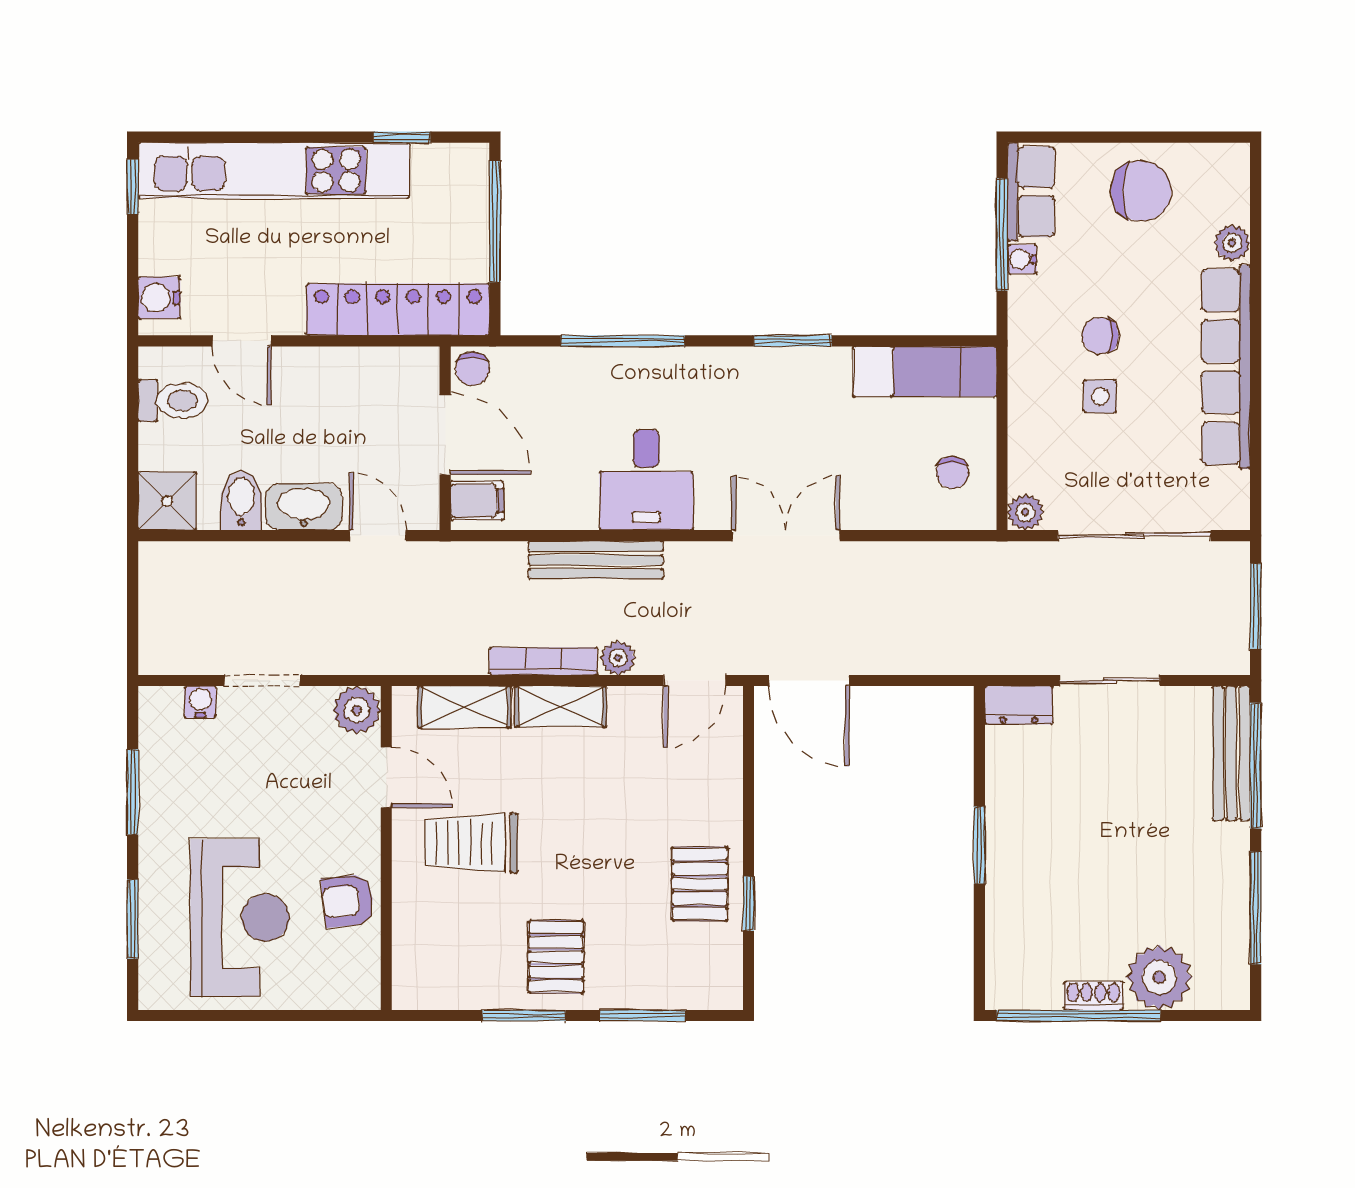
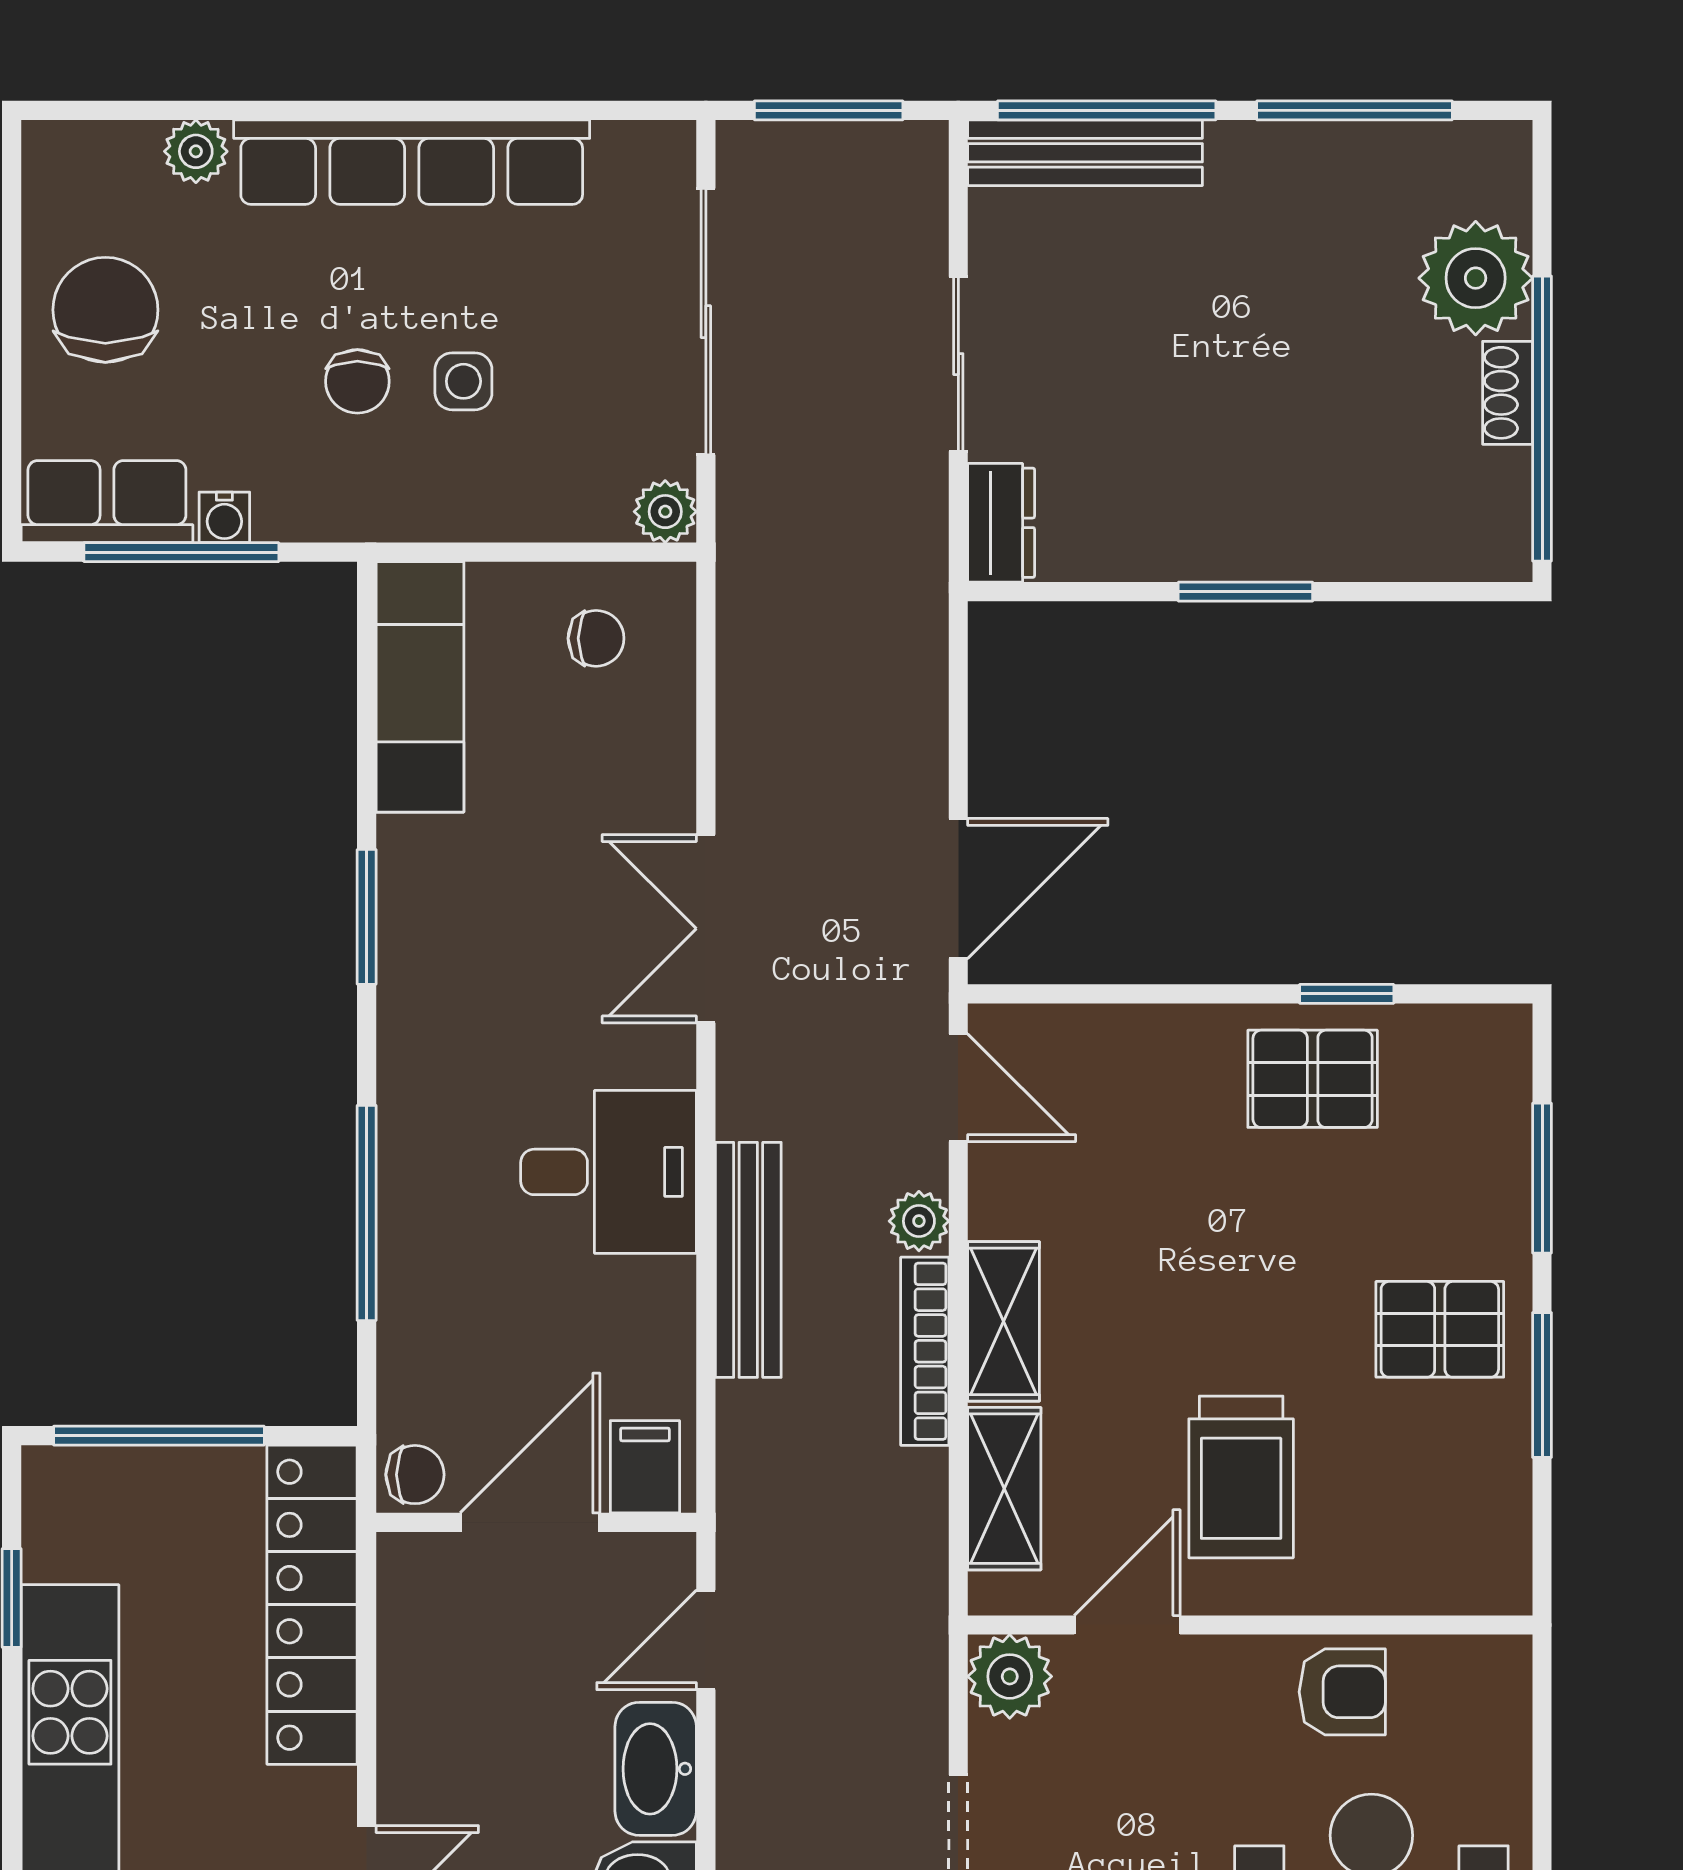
armchair: (348, 901) -> (1342, 1692), turned -84

